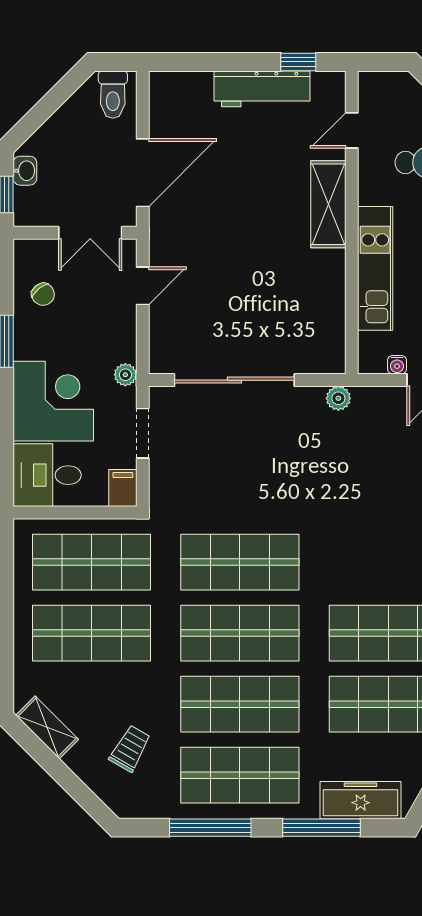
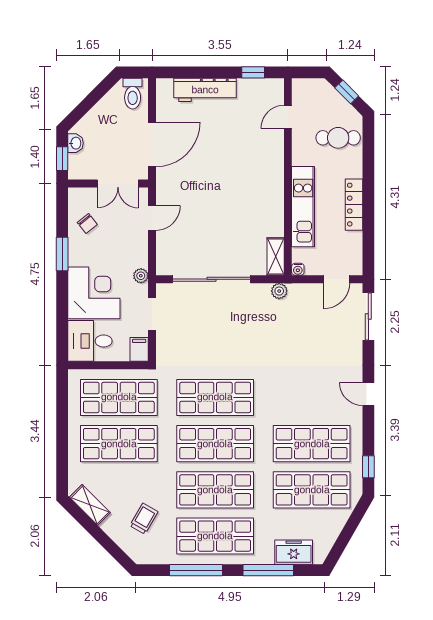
workbench: (262, 89) -> (205, 90), moved
shelving: (328, 204) -> (276, 256), moved, width x0.67, depth x0.75
water cooler: (397, 365) -> (298, 269), moved
freezer: (361, 800) -> (294, 552), width x0.71

